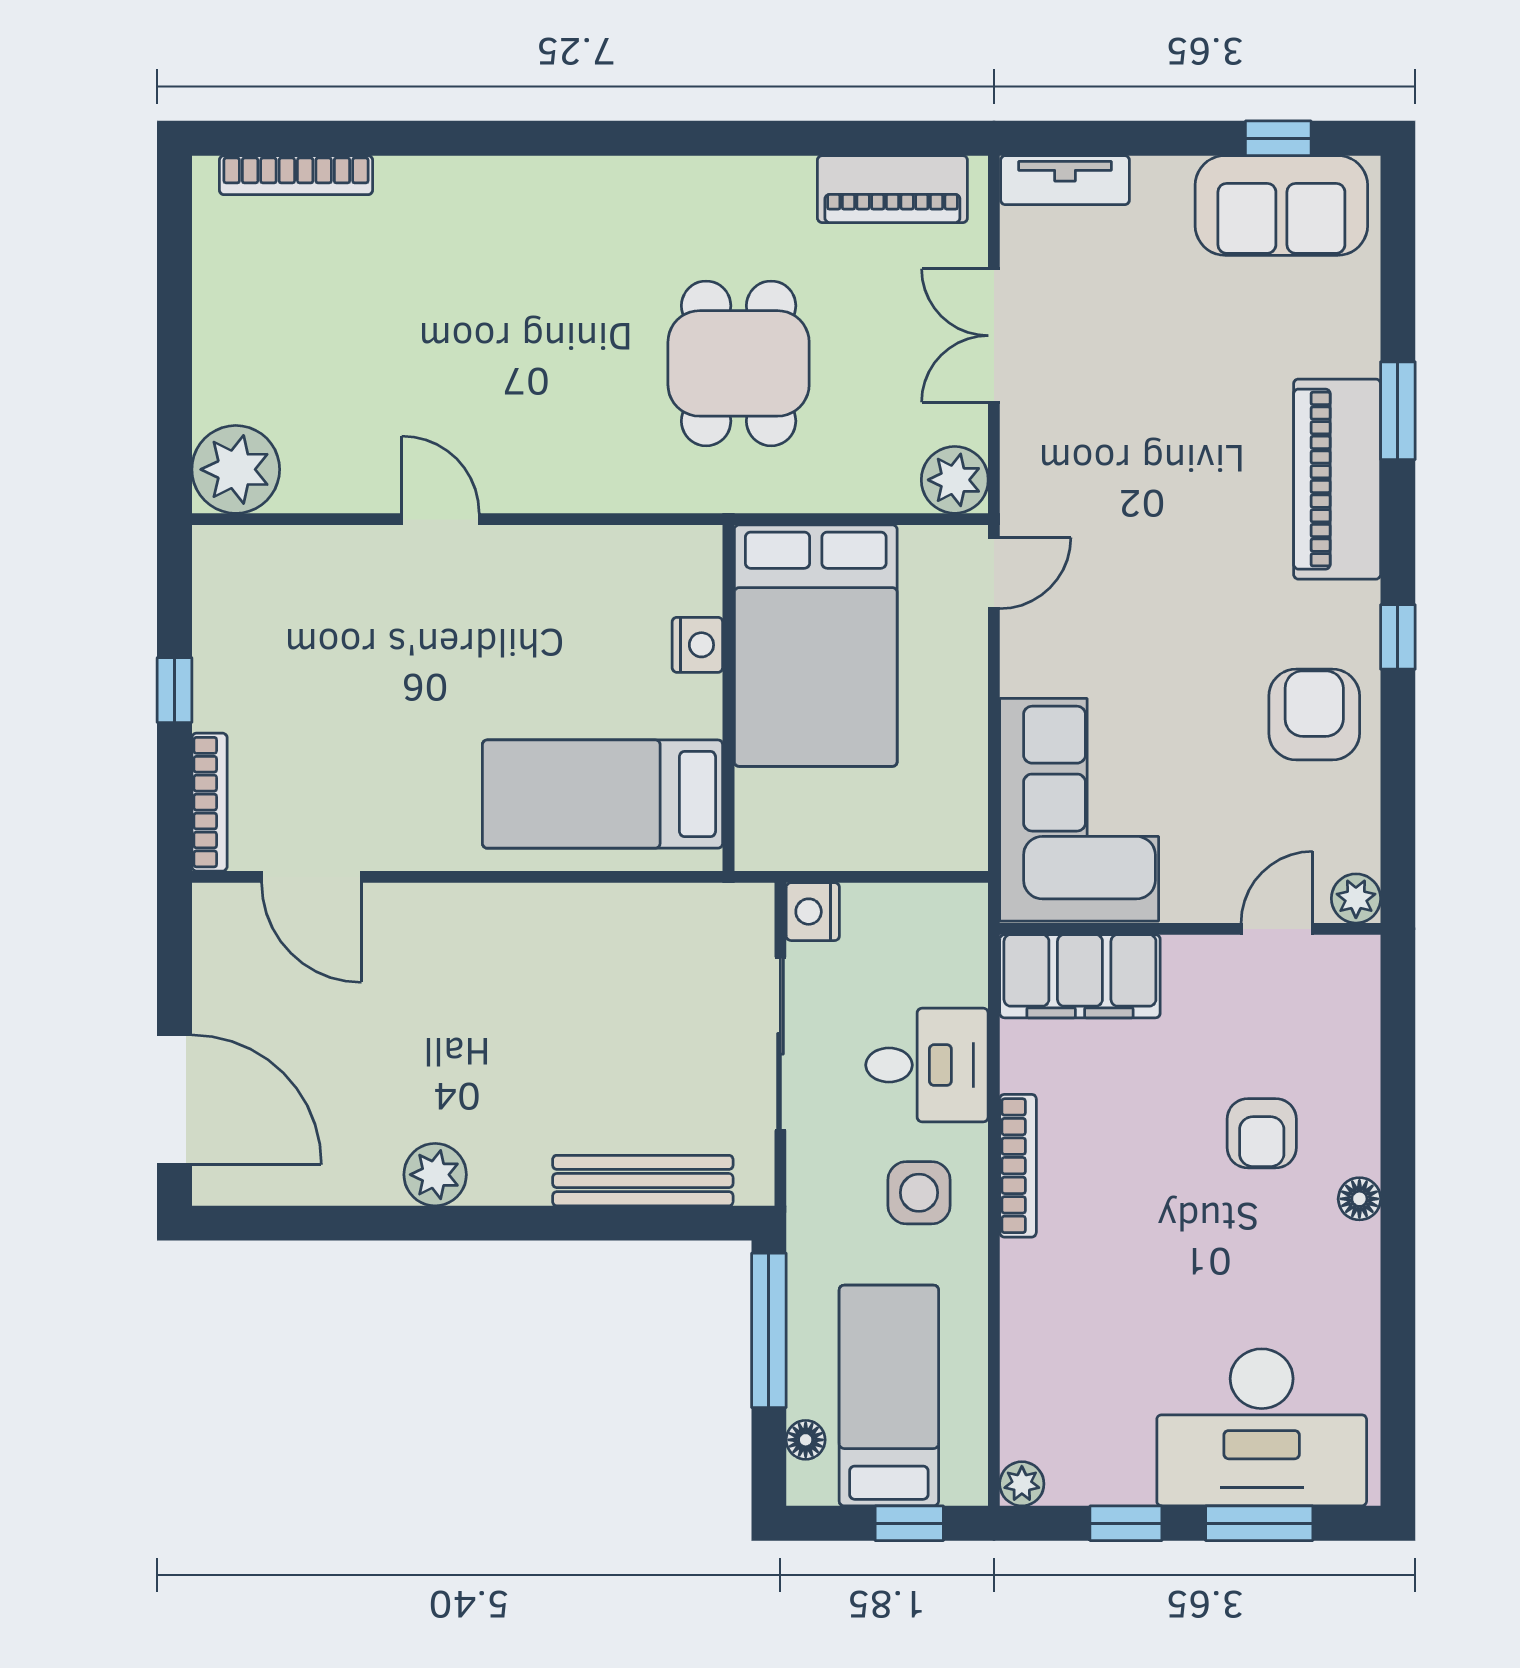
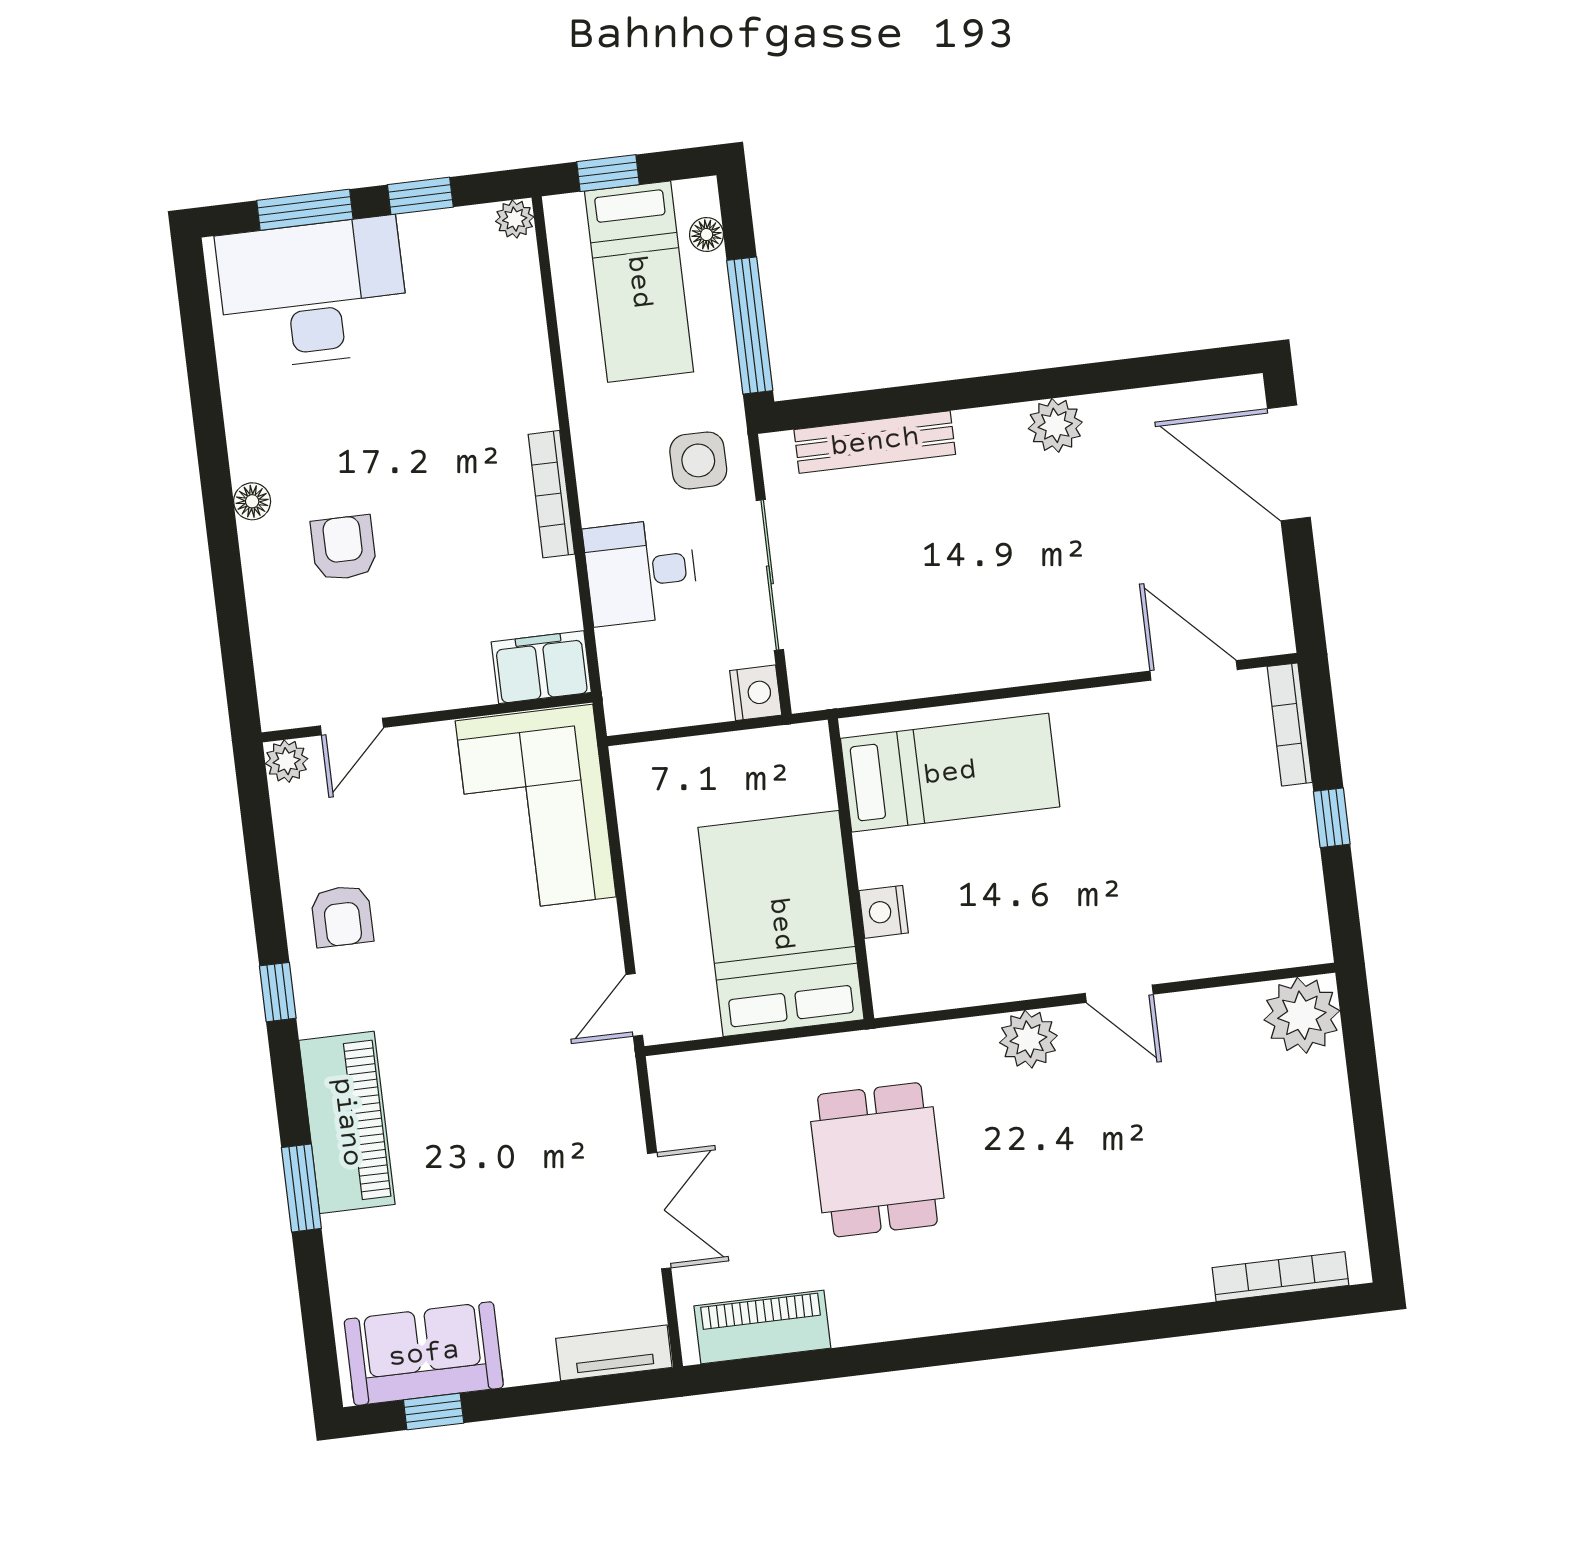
plant: (955, 480) -> (1028, 1039), moved
armchair: (1314, 714) -> (342, 916), width x0.72, depth x0.72
filing cabinet: (1080, 976) -> (541, 667), width x0.67, depth x0.86
side table: (919, 1193) -> (698, 460), moved

